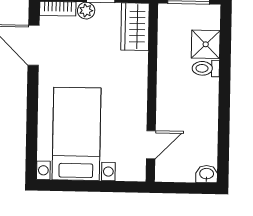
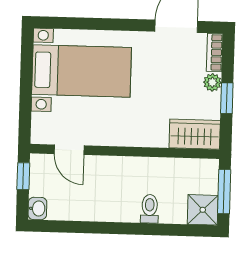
shower: (206, 44) -> (203, 210), moved
window: (176, 188) -> (23, 176), added

